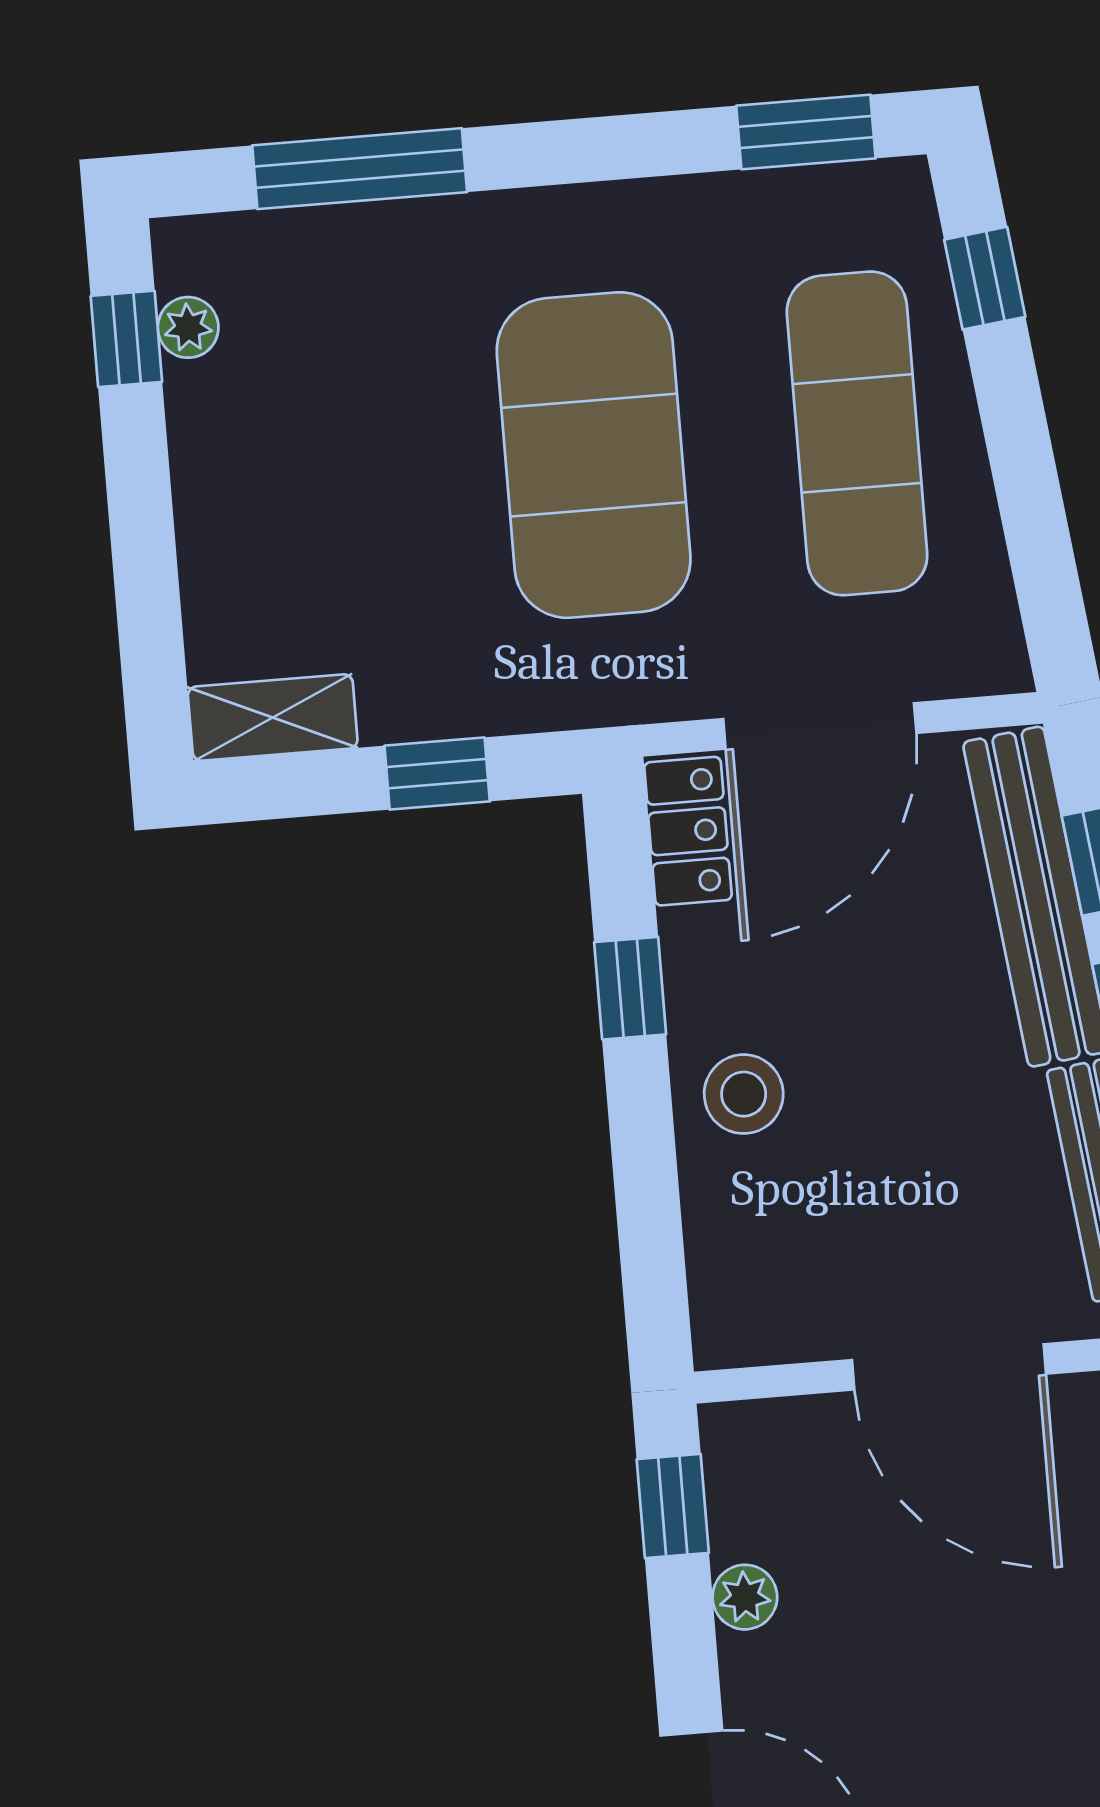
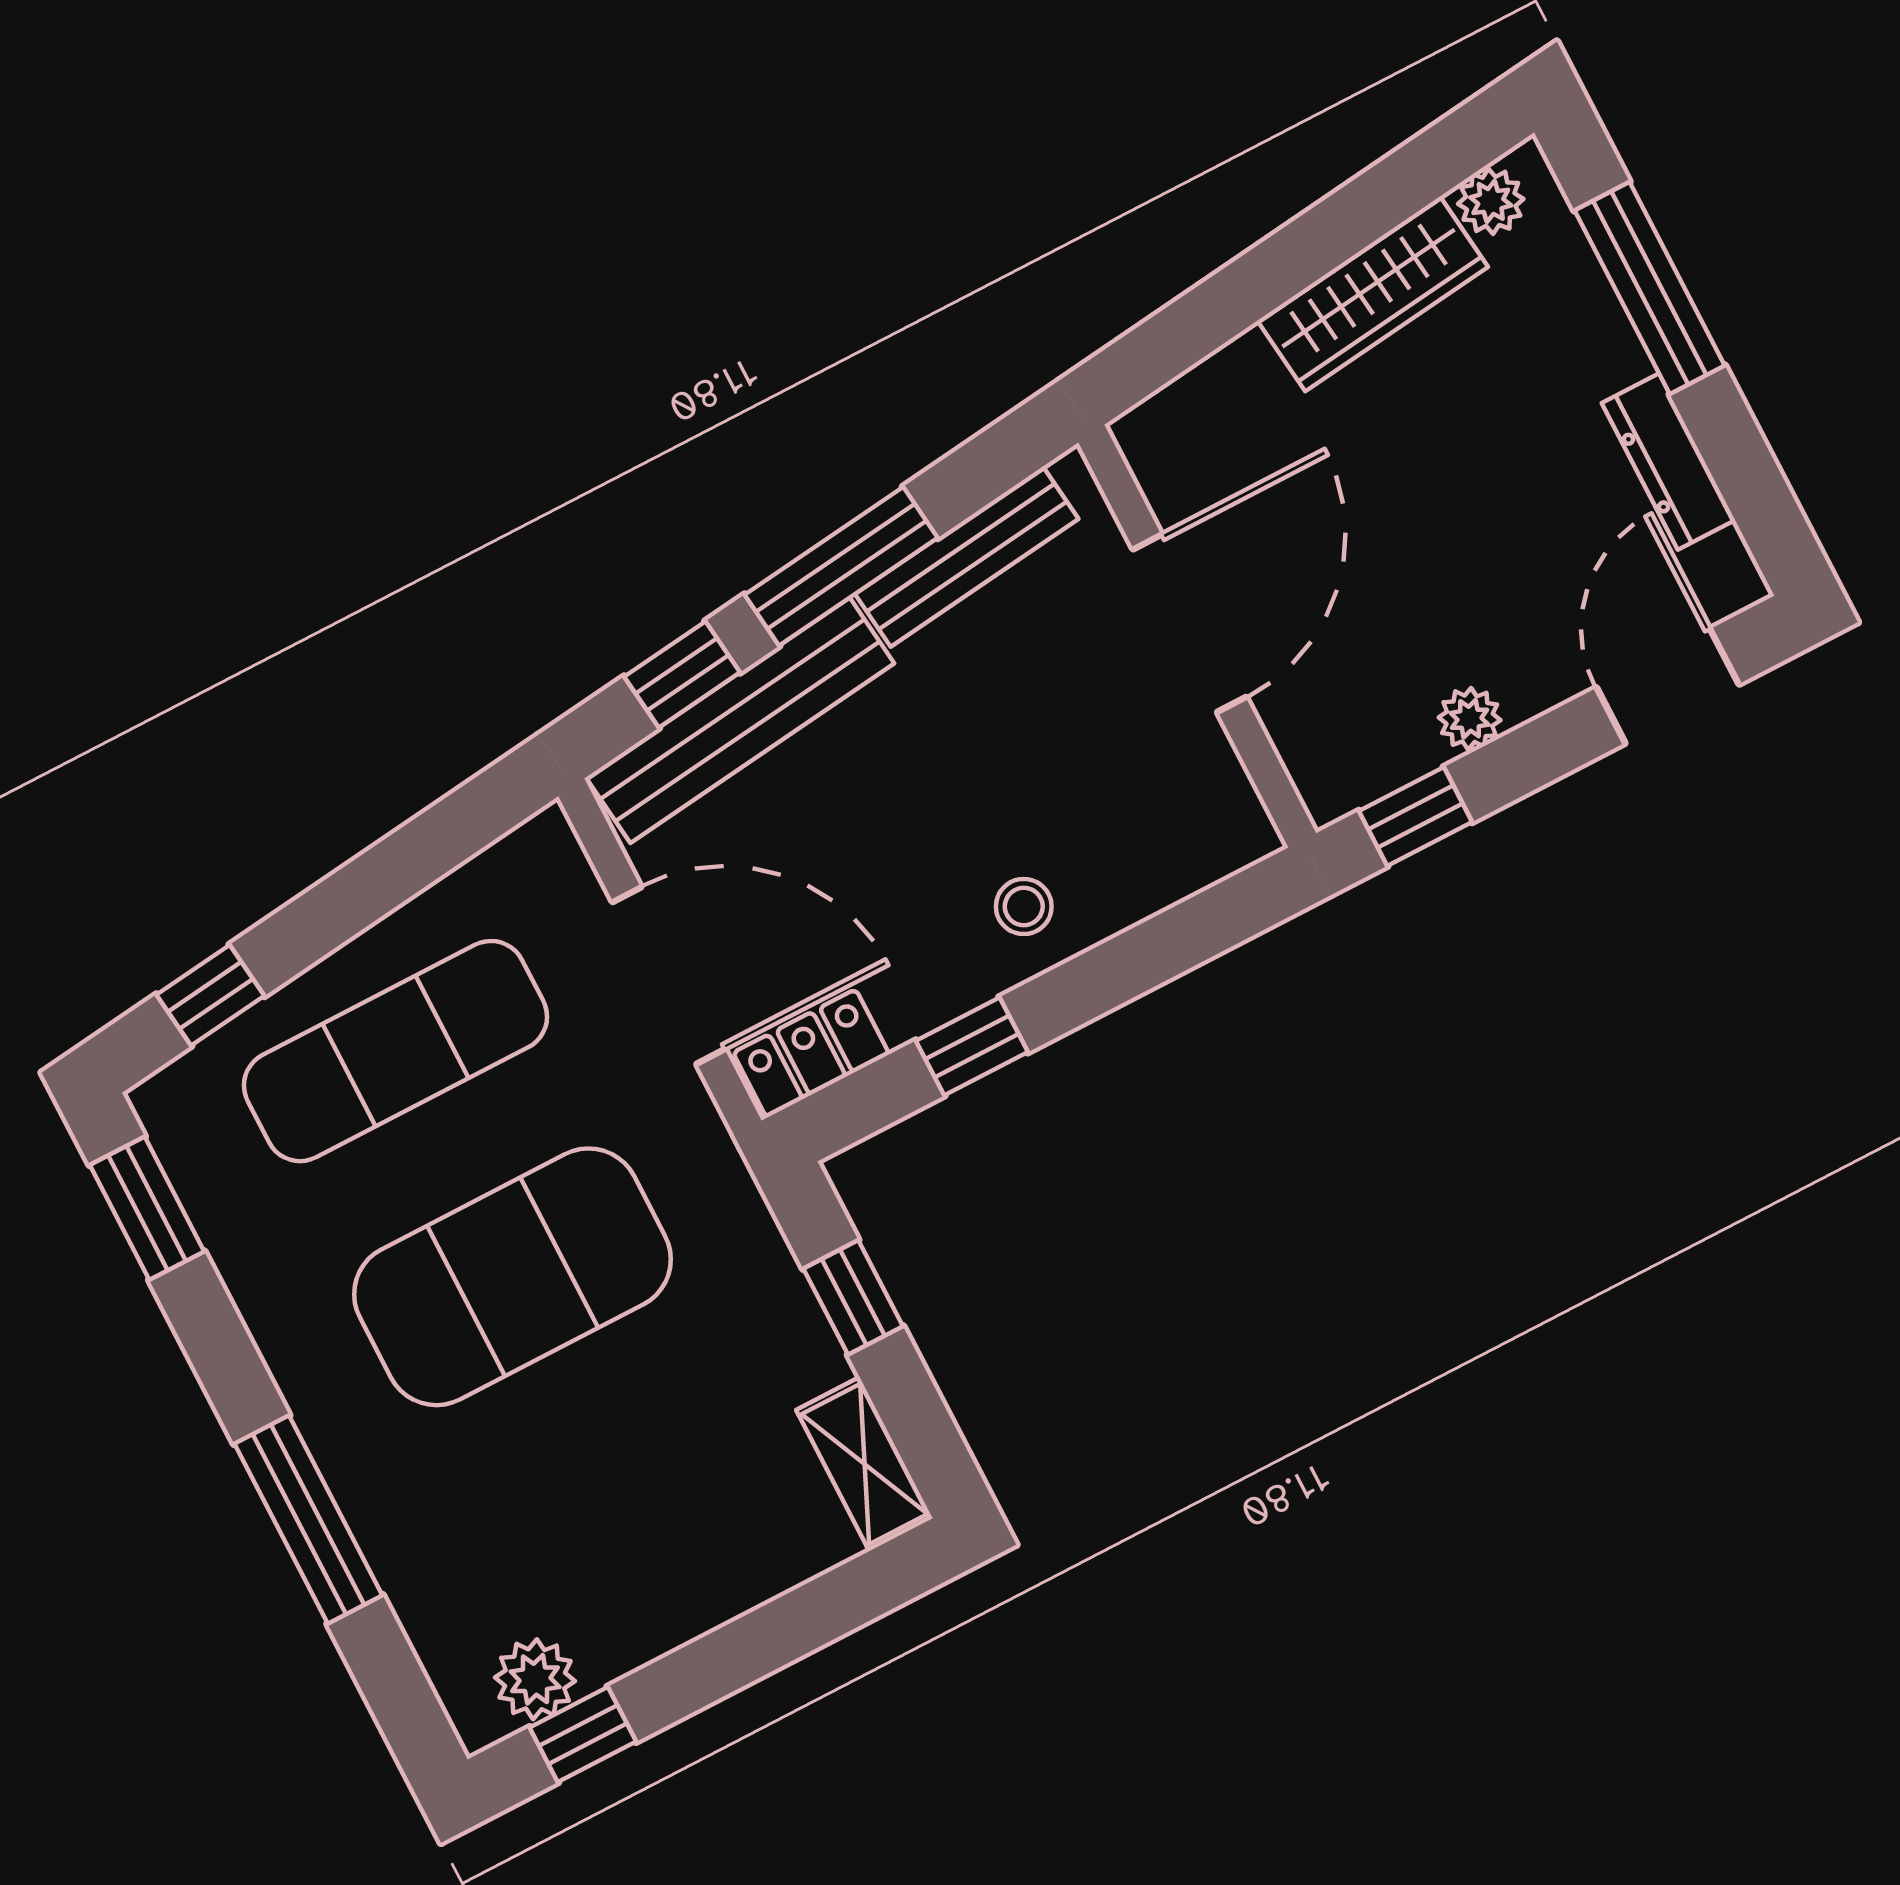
window: (360, 169) -> (308, 1520), moved
plant: (188, 327) -> (535, 1679), width x1.38, depth x1.38
stool: (744, 1094) -> (1024, 907), width x0.73, depth x0.73

